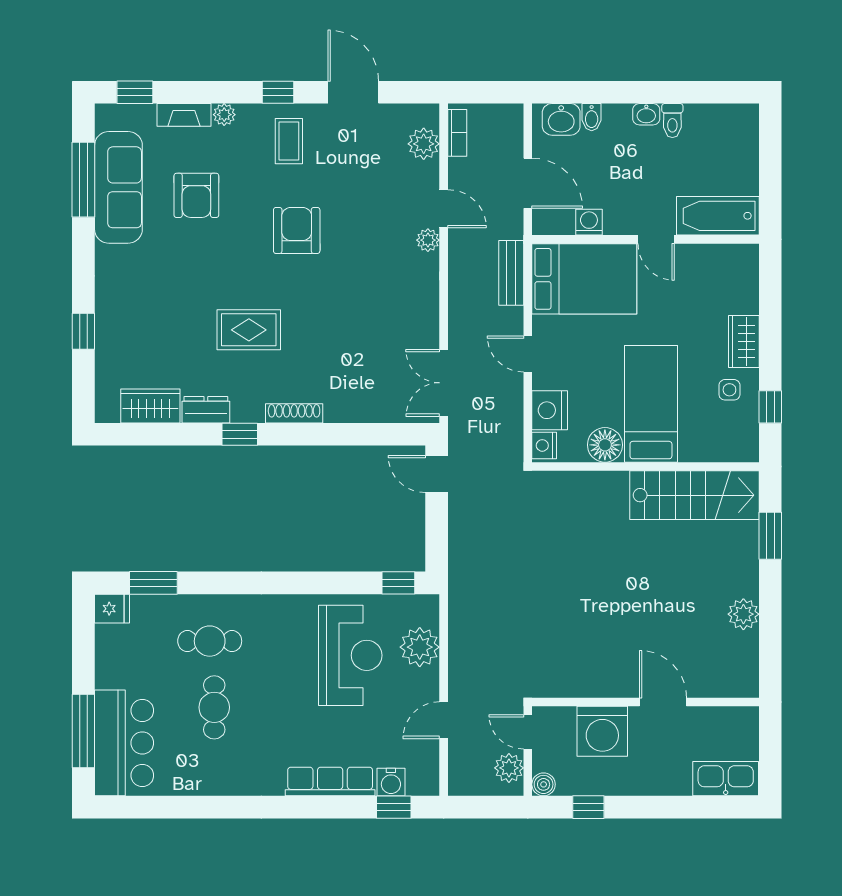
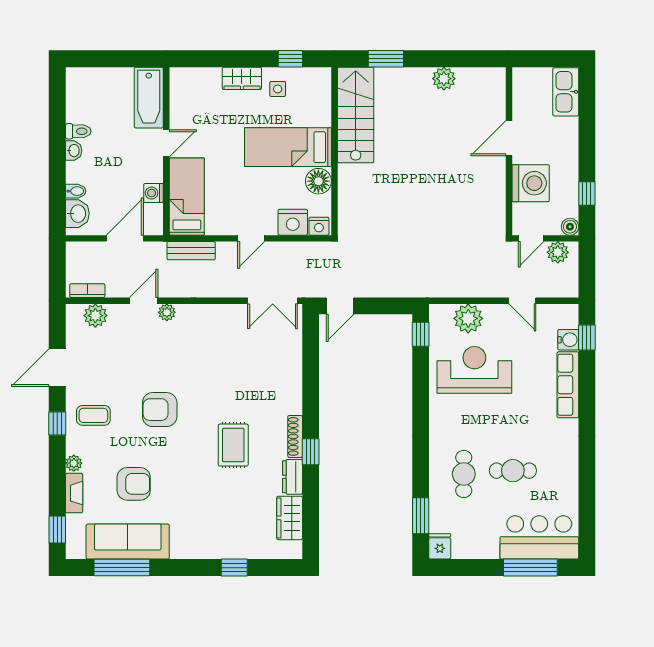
bed: (584, 279) -> (187, 197), width x0.67
shoe rack: (294, 413) -> (295, 436), moved

